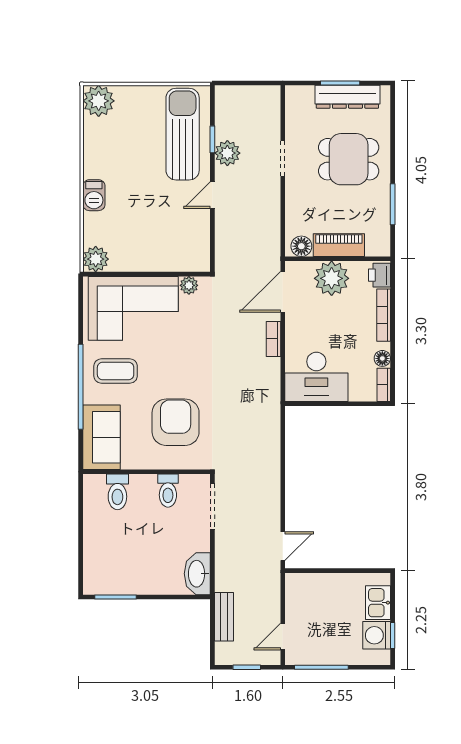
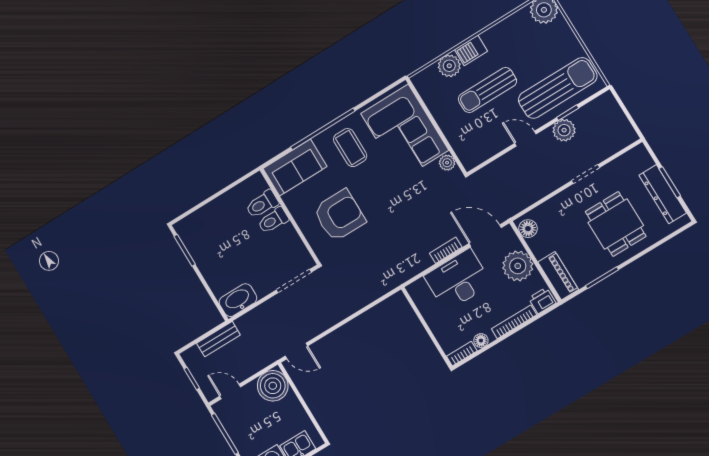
sun lounger: (142, 203) -> (487, 90), added
piano: (339, 245) -> (558, 276), moved
plant: (96, 259) -> (449, 66), moved
desk: (316, 377) -> (458, 280), moved, turned 90
toilet: (168, 491) -> (273, 220), moved
boiler: (303, 591) -> (273, 386), added

